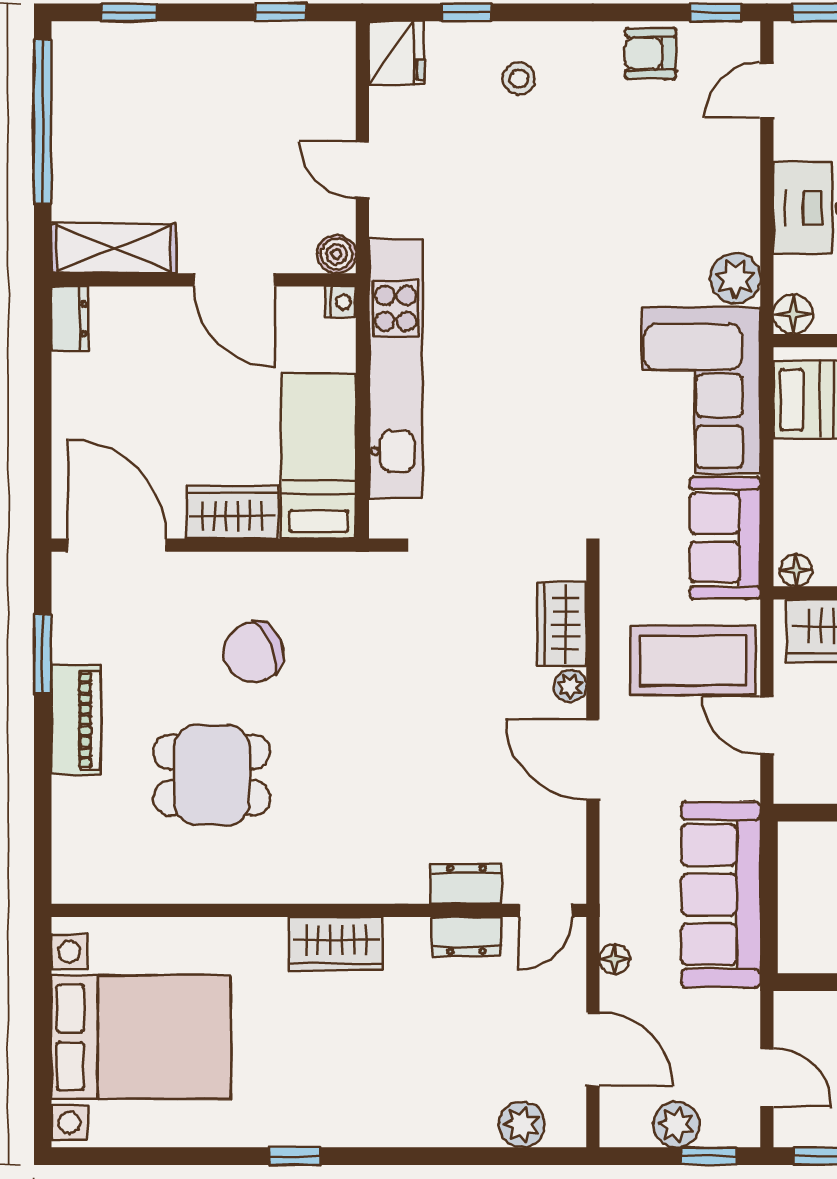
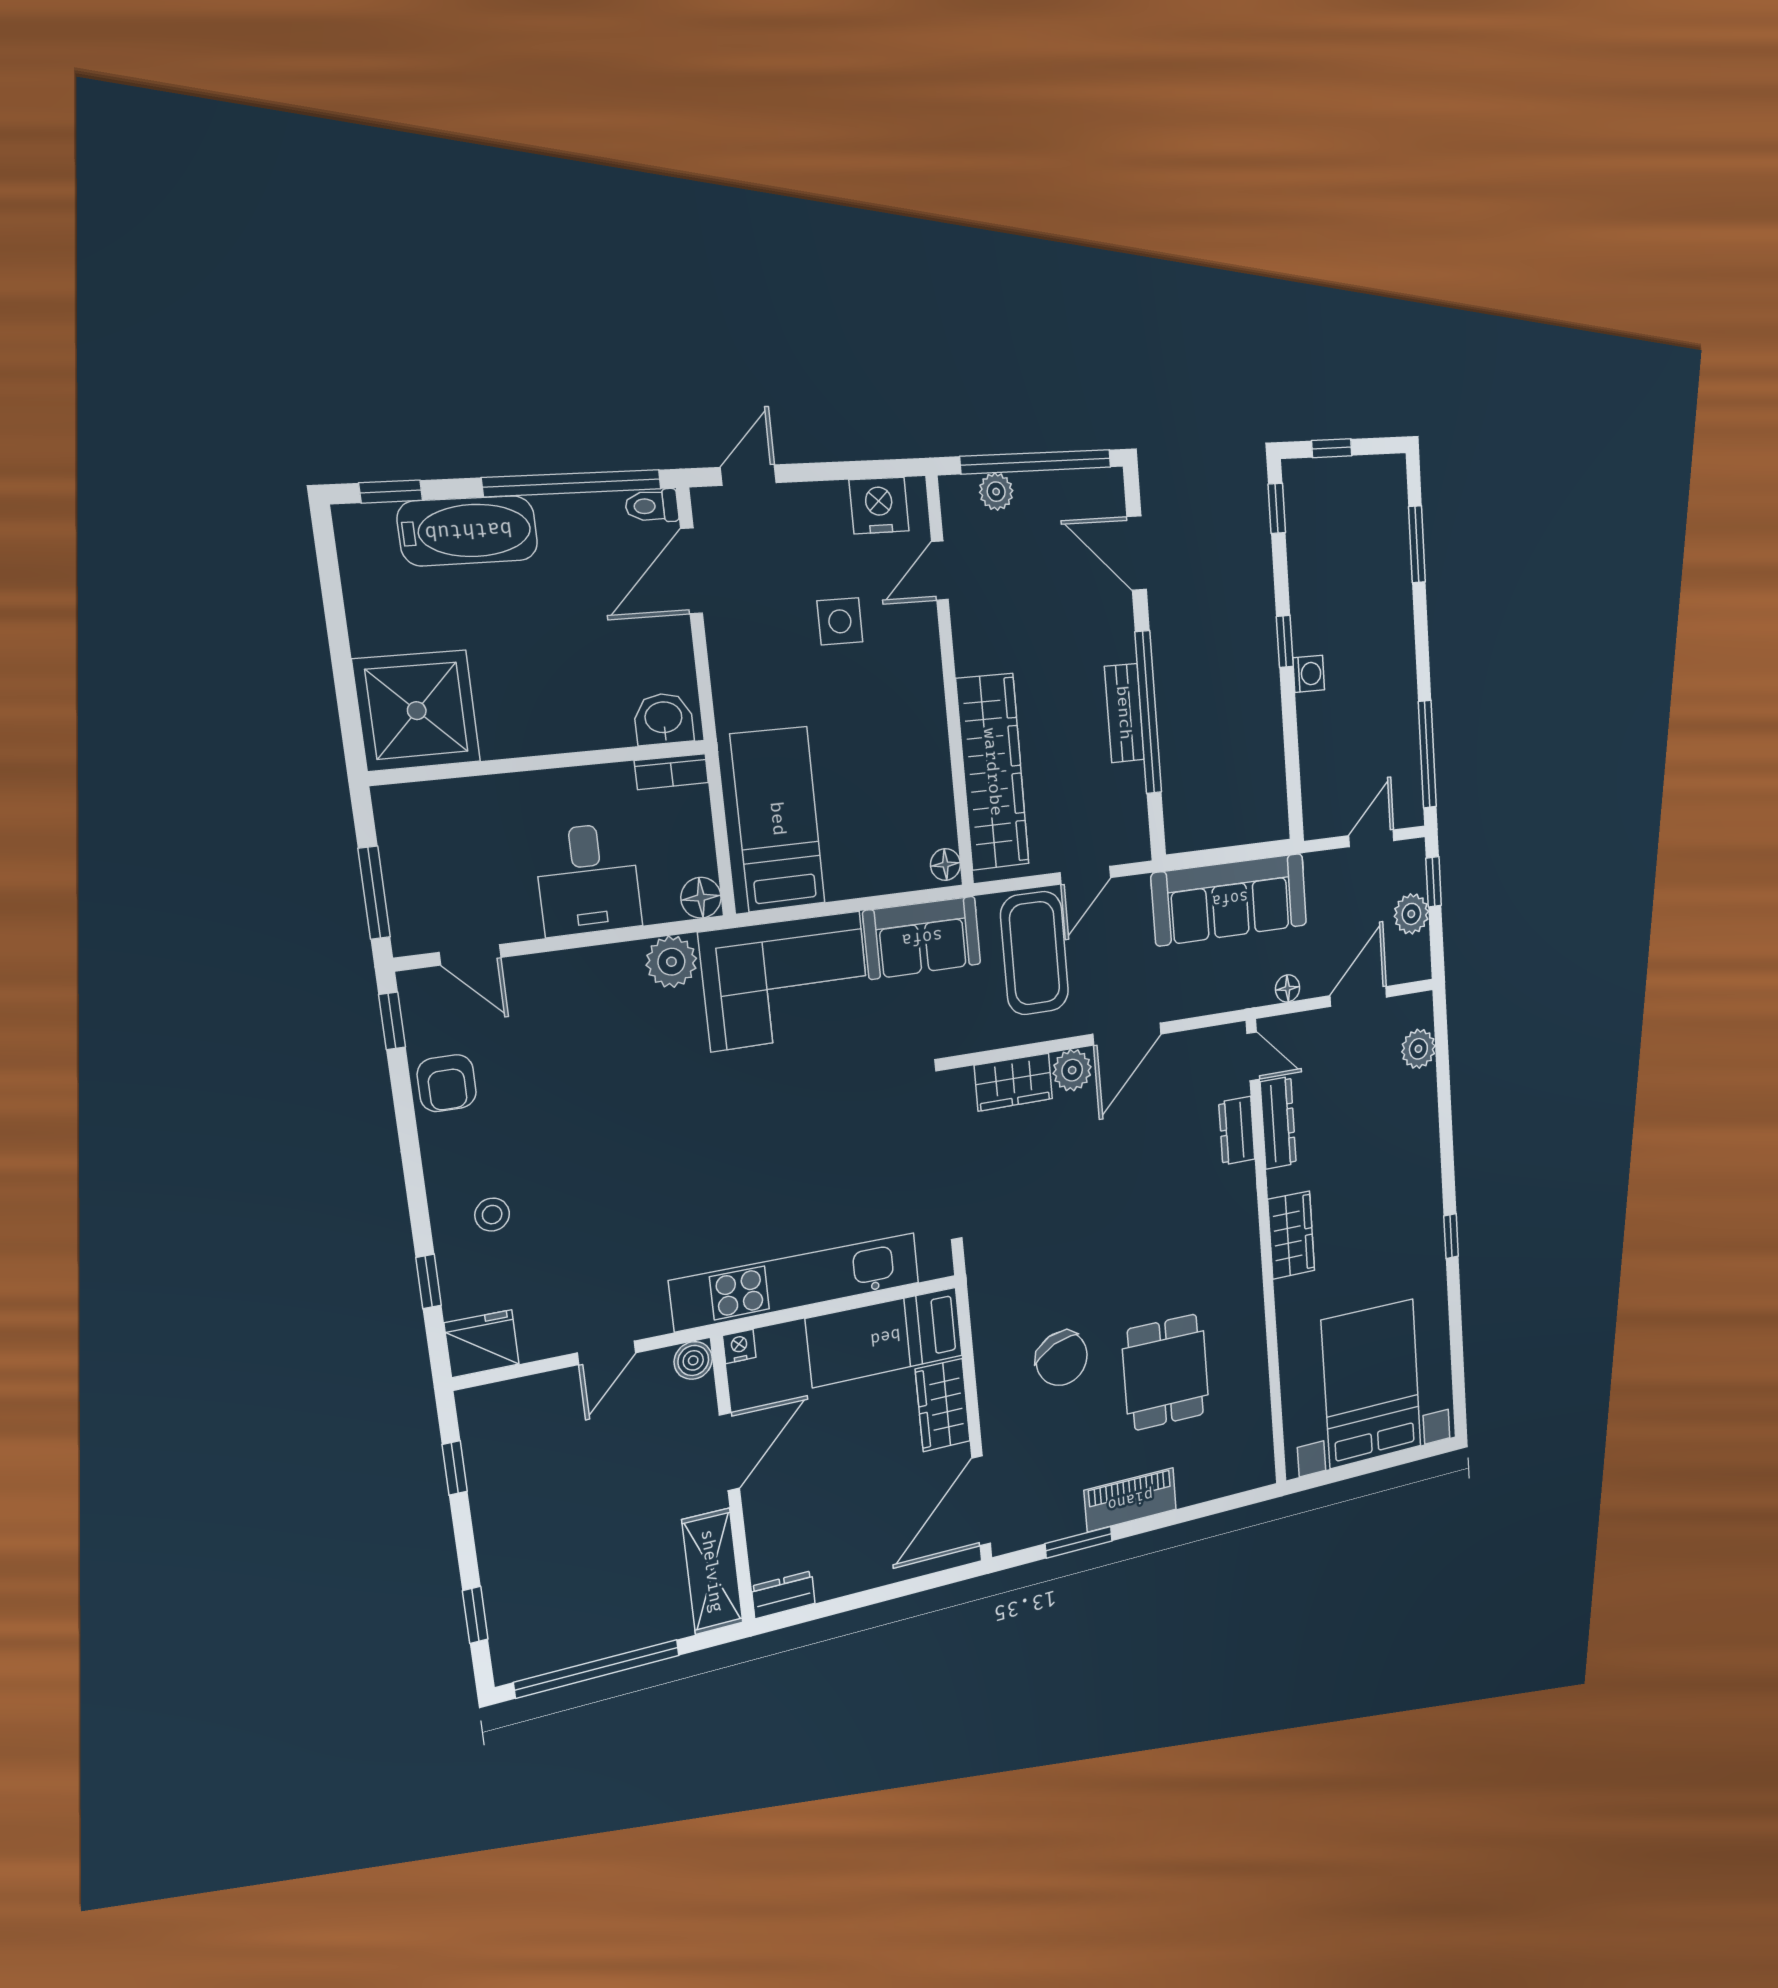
plant: (570, 686) -> (1072, 1070), width x1.38, depth x1.38
dresser: (467, 936) -> (1278, 1123), width x1.44

